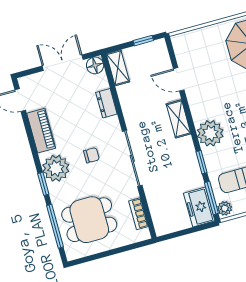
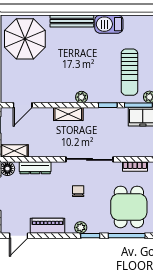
door: (179, 79) -> (23, 105), moved
dresser: (106, 103) -> (35, 168), width x1.44
plant: (210, 133) -> (82, 97), width x0.53, depth x0.53
plant: (56, 168) -> (81, 227), width x0.53, depth x0.53

